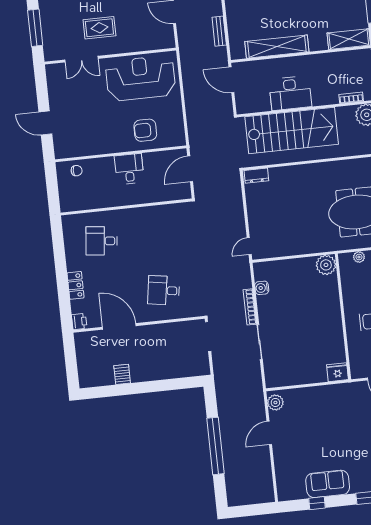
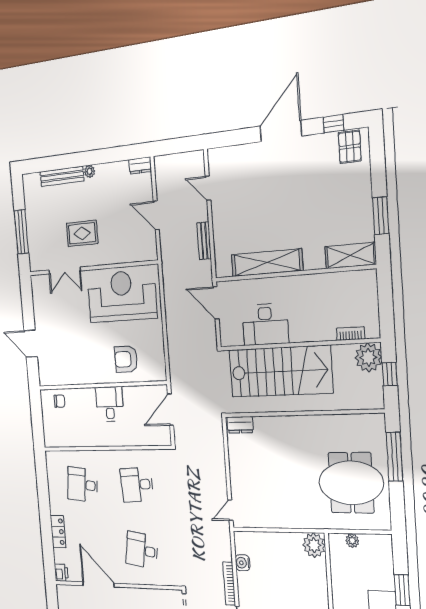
desk: (290, 93) -> (265, 324), moved
desk: (158, 235) -> (137, 485), added

